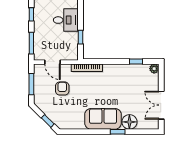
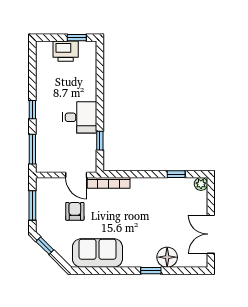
door: (52, 62) -> (76, 175), moved
sofa: (103, 119) -> (97, 253), moved
window: (48, 121) -> (45, 246), moved

